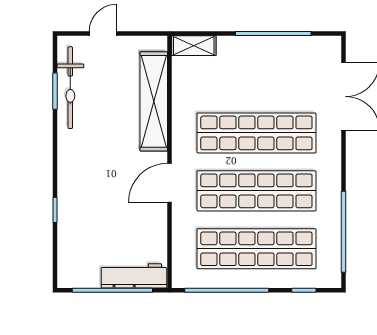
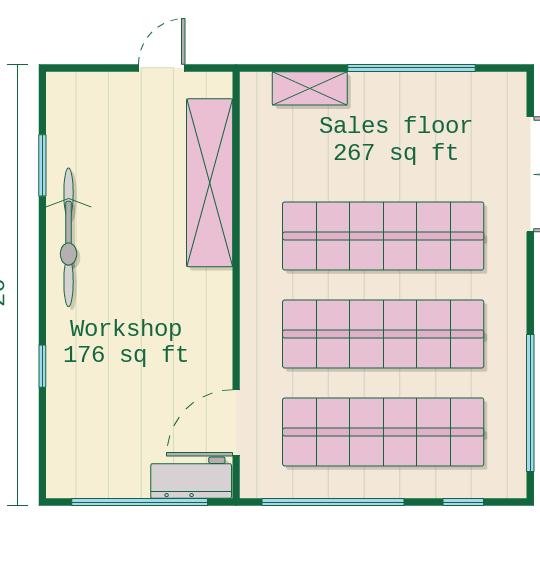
door: (103, 34) -> (162, 68), moved
shelving: (194, 46) -> (310, 88), moved
bicycle: (70, 88) -> (69, 237), moved
door: (169, 183) -> (236, 423), moved
workbench: (134, 276) -> (191, 478), width x0.73

